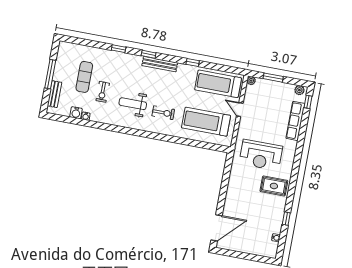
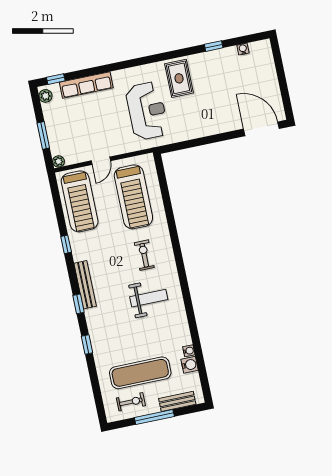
exercise mat: (84, 77) -> (140, 373), width x1.36, depth x1.45
exercise bike: (103, 92) -> (131, 402), moved
weight bench: (133, 104) -> (149, 298), turned -90

